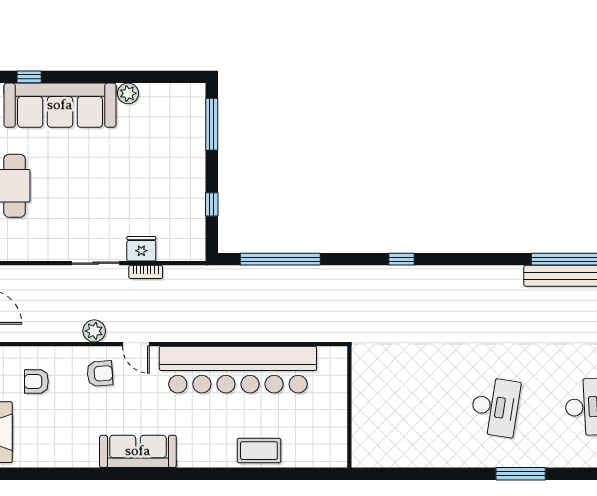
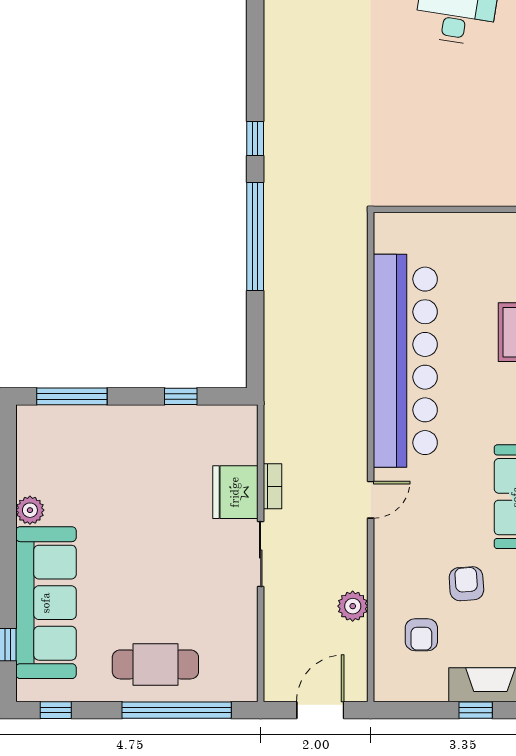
fridge: (141, 249) -> (235, 492), width x1.36, depth x1.34
window: (280, 259) -> (255, 236), moved
plant: (94, 331) -> (353, 606), moved
armchair: (100, 374) -> (466, 584), moved

